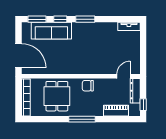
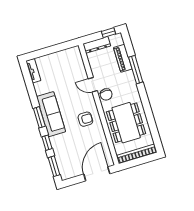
sofa: (51, 31) -> (51, 114), moved
armchair: (71, 60) -> (85, 119), added
door: (124, 76) -> (93, 85), moved
dining table: (57, 96) -> (126, 123), width x1.37
window: (82, 119) -> (136, 70), moved

